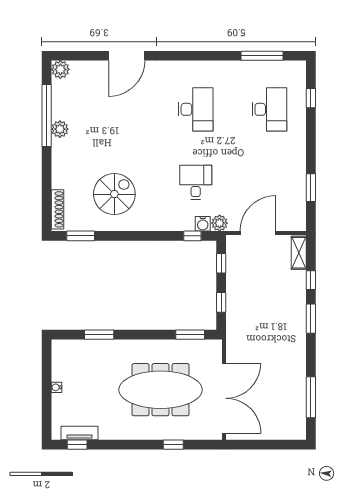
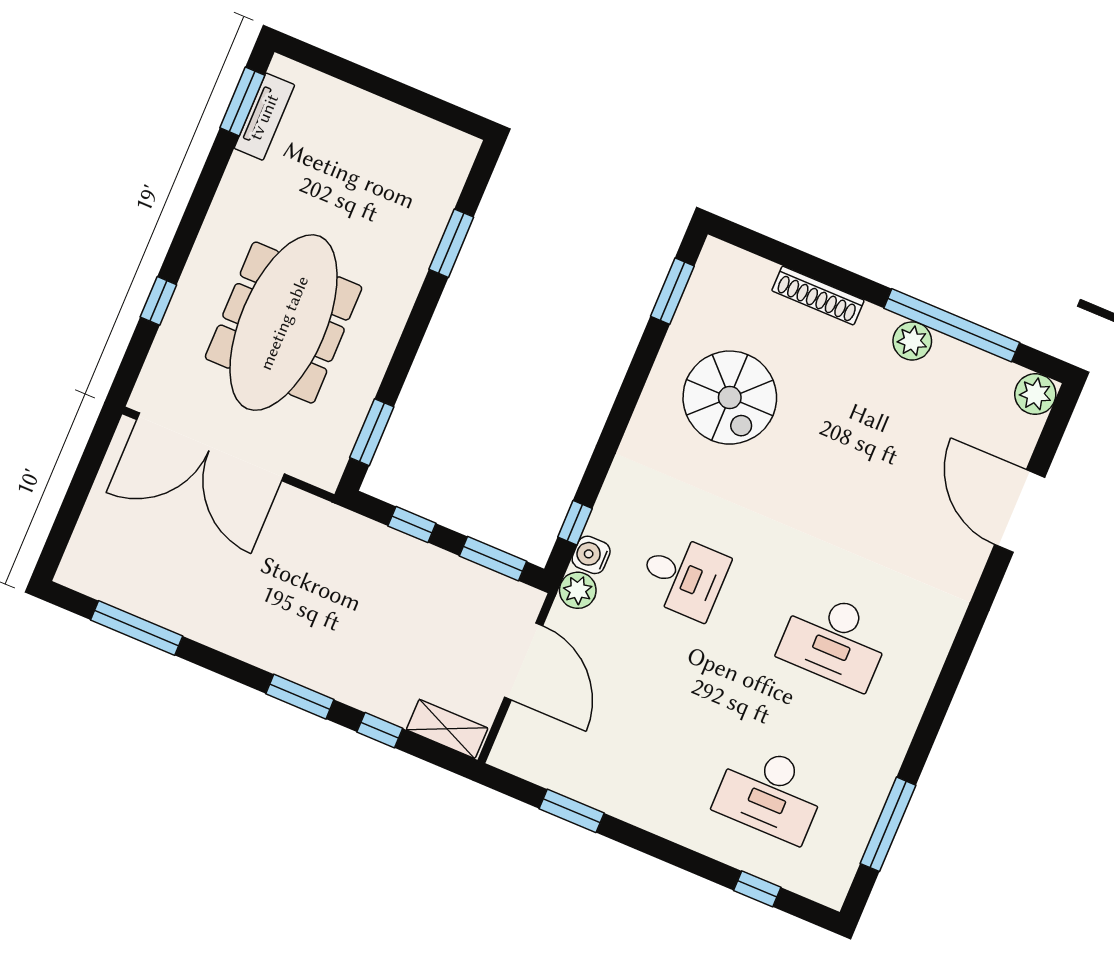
door: (127, 56) -> (1020, 511), moved
shoe rack: (57, 209) -> (818, 295), moved
window: (221, 263) -> (493, 559), width x1.50
water cooler: (56, 387) -> (379, 109), removed
window: (77, 445) -> (242, 102), width x1.50

